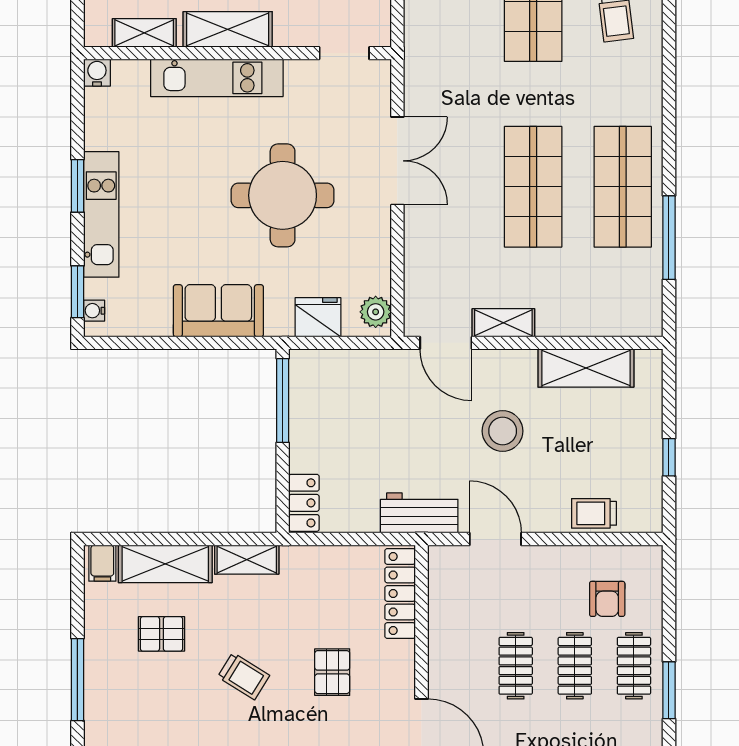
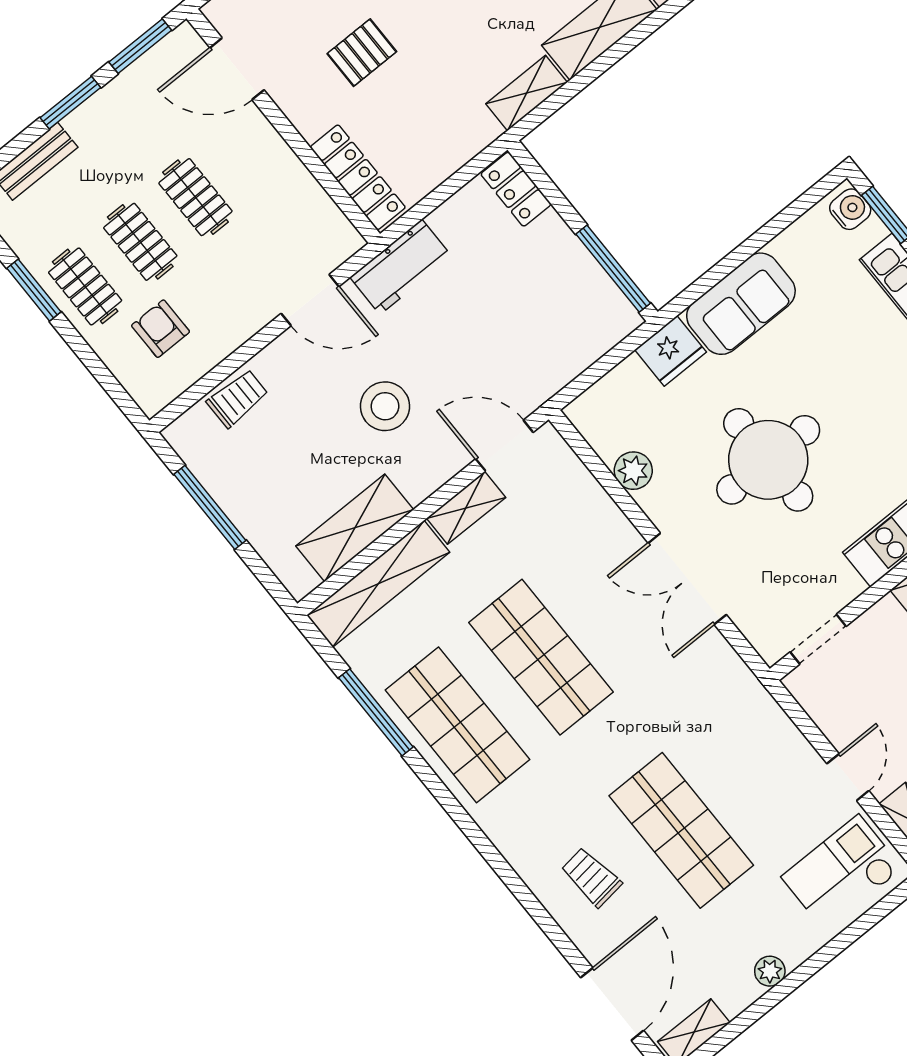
water cooler: (94, 311) -> (850, 209), width x1.38, depth x1.38
plant: (376, 312) -> (633, 471), moved
fridge: (318, 317) -> (671, 351), moved
shelving: (600, 320) -> (378, 584), added
window: (669, 457) -> (210, 507), width x2.17
pallet: (332, 672) -> (362, 53), turned 90

